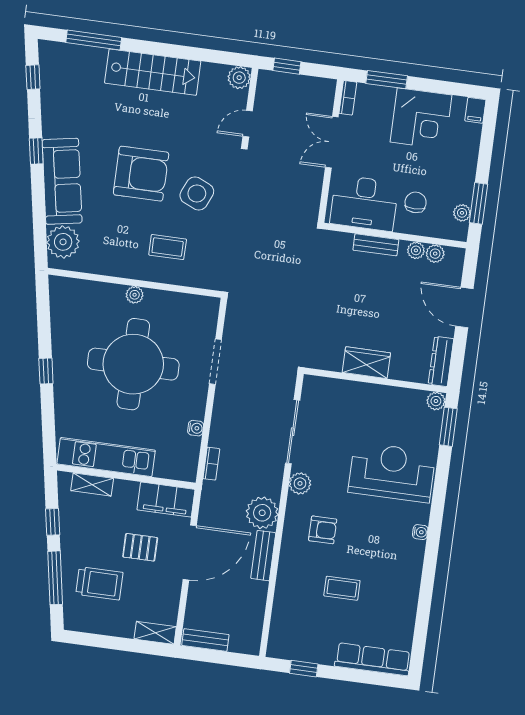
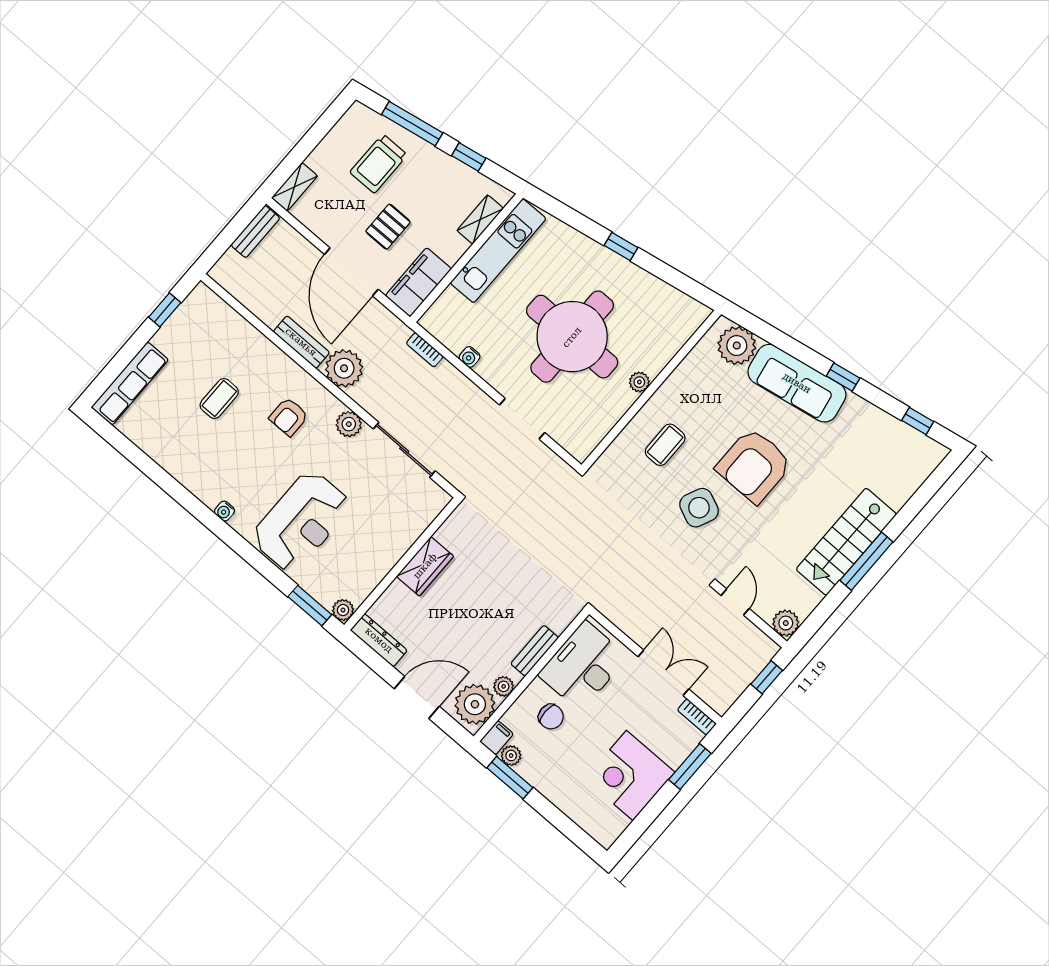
window: (94, 40) -> (866, 561), moved
filing cabinet: (475, 110) -> (497, 738), moved, turned 90
plant: (435, 254) -> (475, 704), width x1.88, depth x1.88

